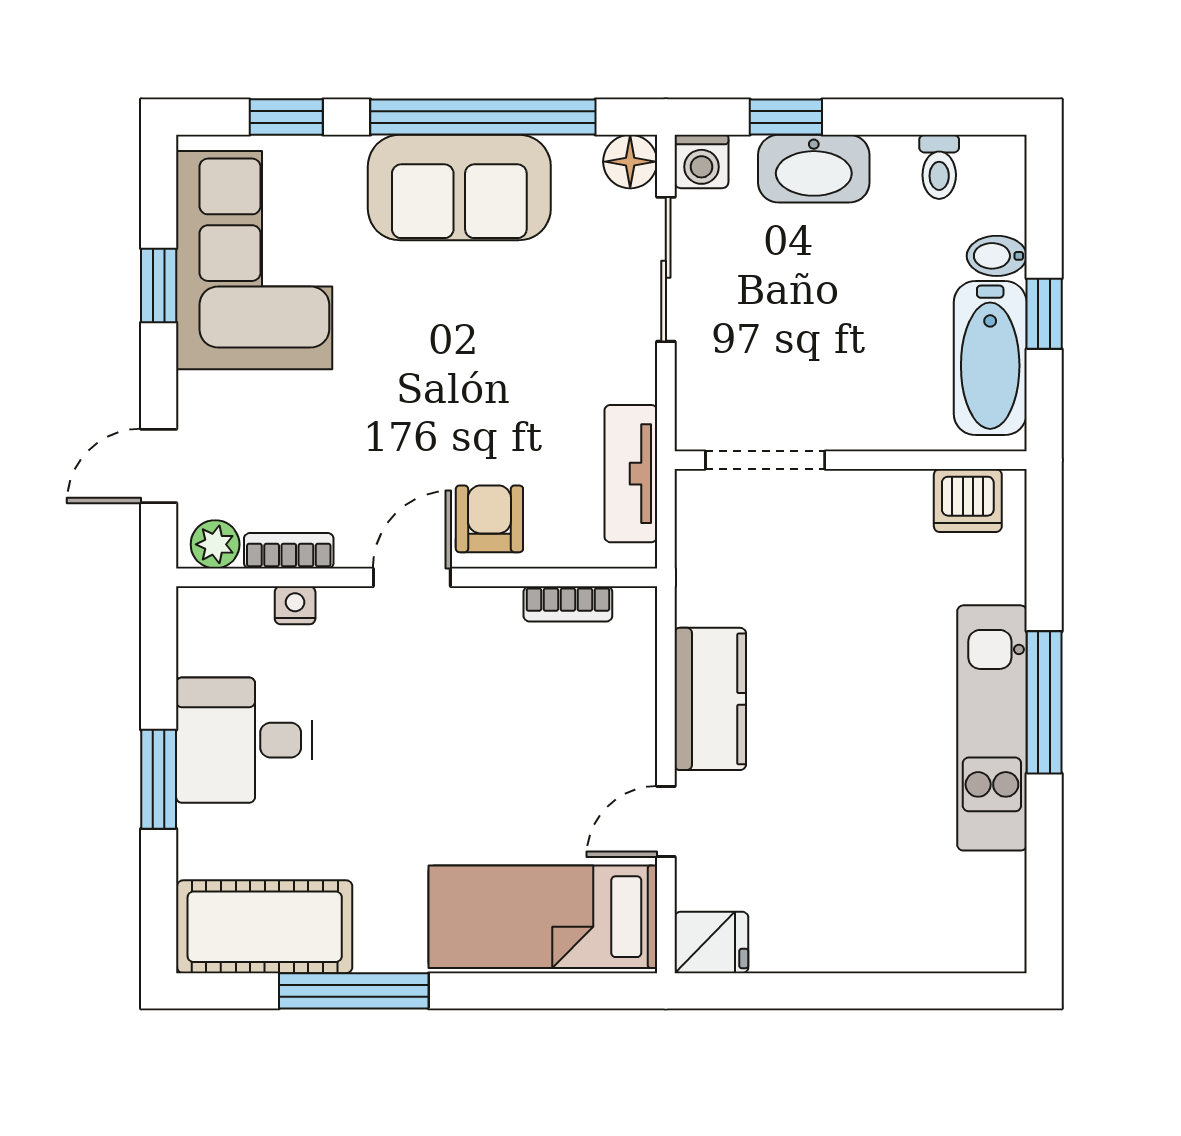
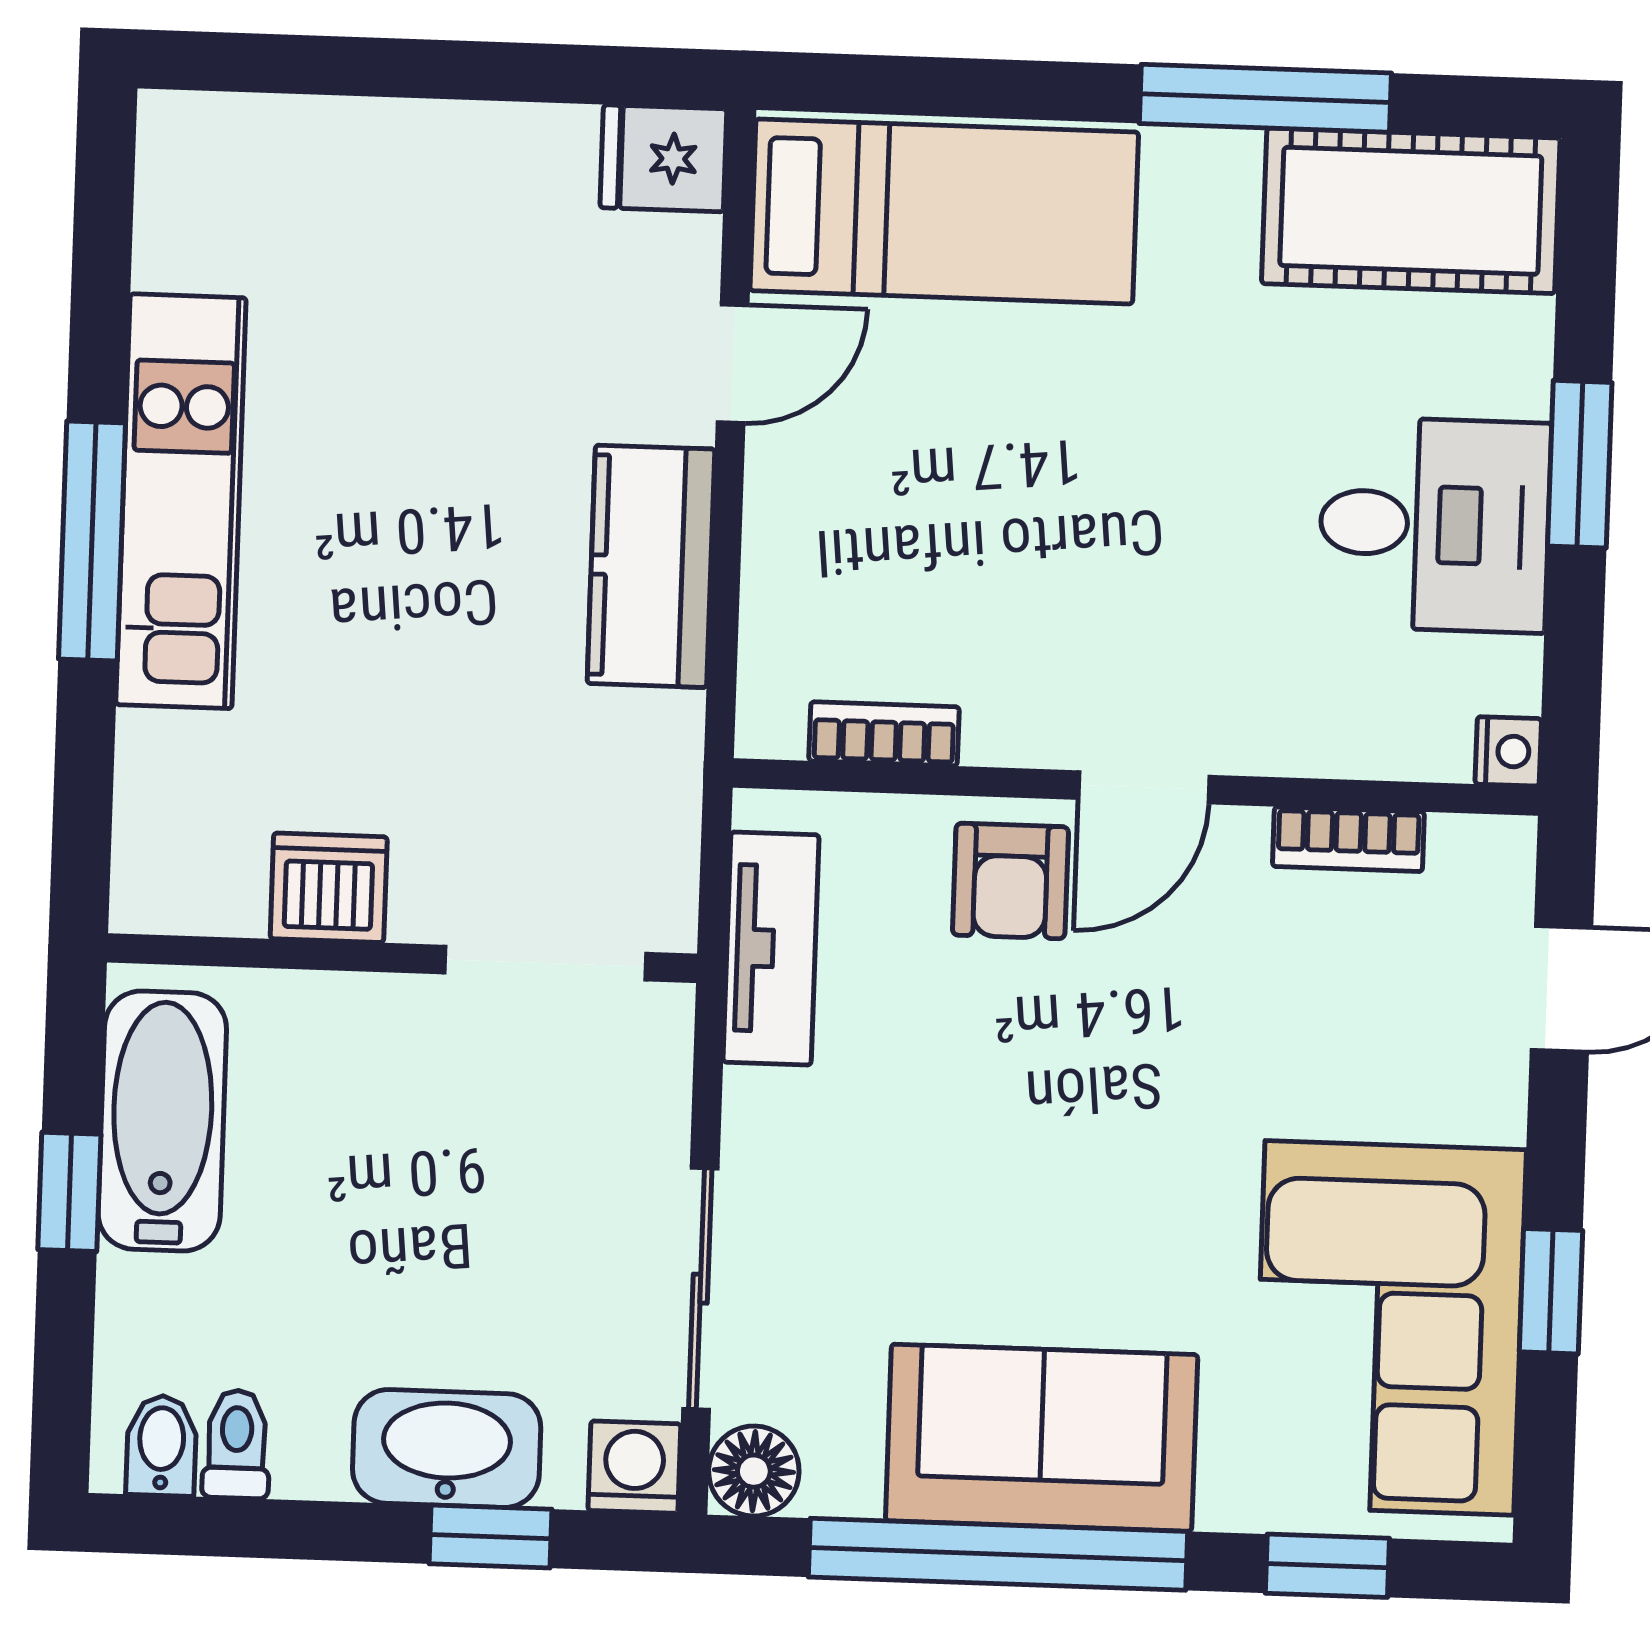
bidet: (997, 256) -> (161, 1446), moved, turned -90
dishwasher: (968, 501) -> (329, 888), moved
plant: (215, 544) -> (1472, 854), removed
nightstand: (295, 605) -> (1508, 751), moved, turned -90

